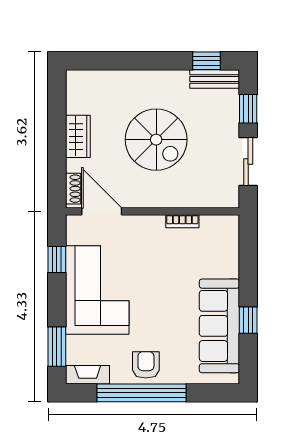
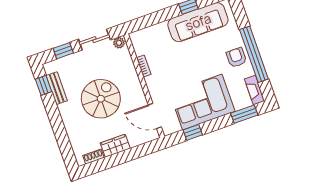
bench: (215, 79) -> (57, 88), moved
shoe rack: (73, 189) -> (93, 157), moved
plant: (230, 197) -> (119, 43), added
door: (102, 211) -> (155, 116), hinge flipped
armchair: (146, 365) -> (236, 57), turned 90

